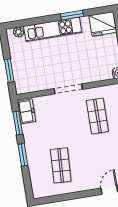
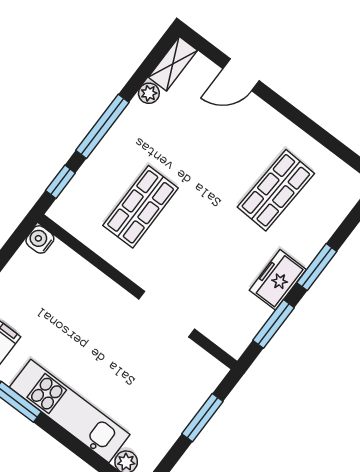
doorway: (68, 89) -> (167, 314), moved
freezer: (26, 111) -> (278, 280), moved

